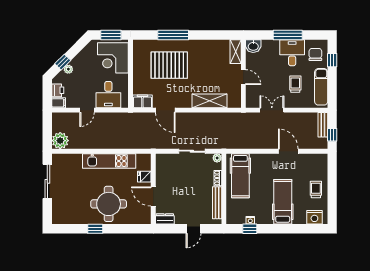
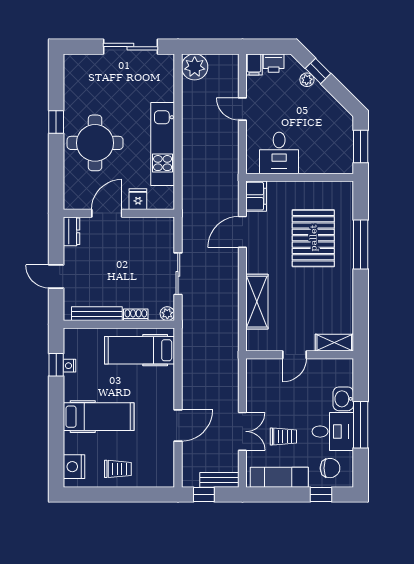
washbasin: (253, 46) -> (343, 399), moved
corner desk: (113, 58) -> (325, 150), removed
desk: (108, 95) -> (279, 153), moved, turned -90
double door: (272, 110) -> (242, 431), moved

